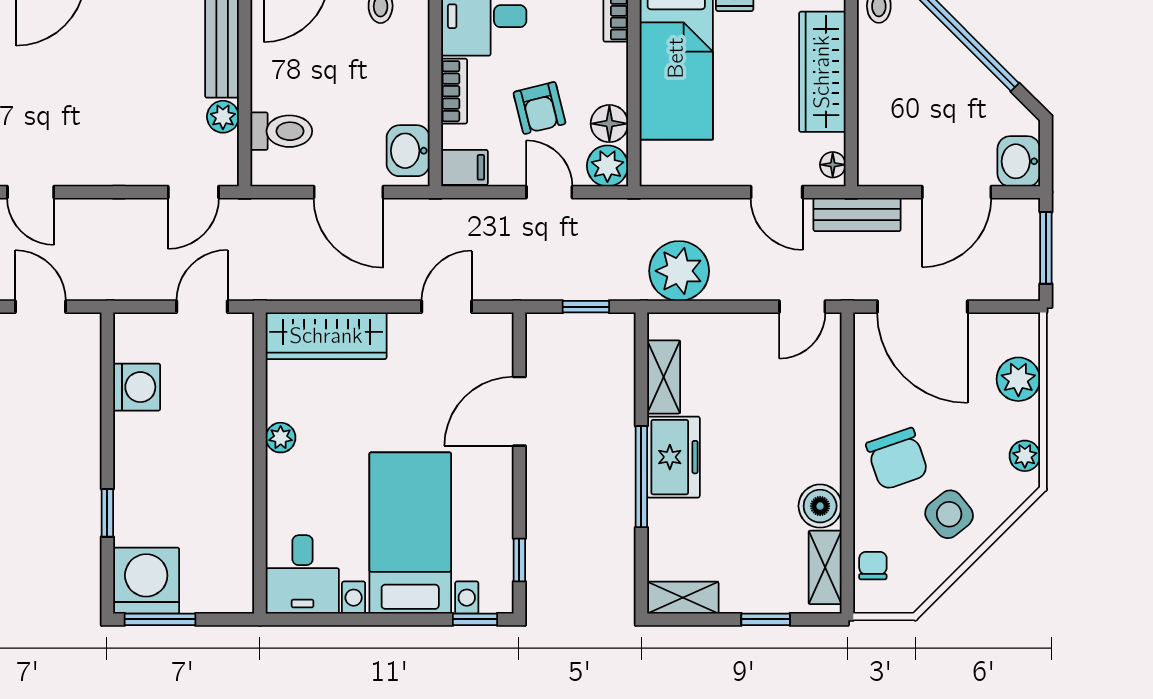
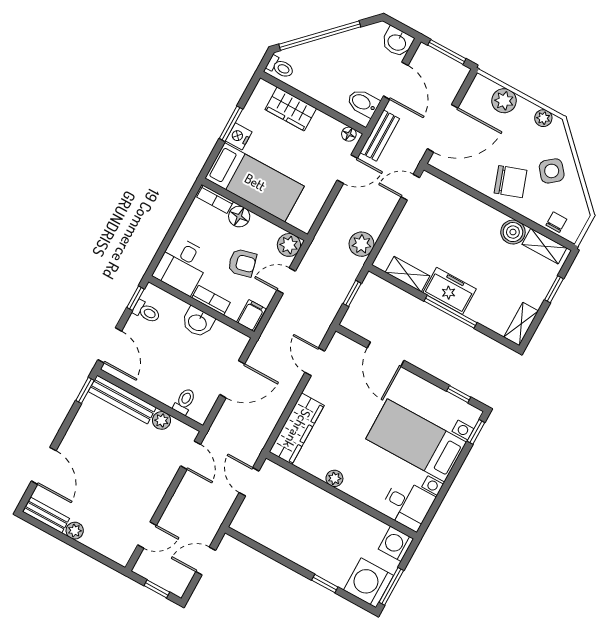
wardrobe: (822, 72) -> (291, 109), width x0.67
floor lamp: (609, 124) -> (239, 217), moved
toilet: (281, 131) -> (184, 401), width x0.73, depth x0.72
washbasin: (408, 151) -> (198, 322), moved
bidet: (894, 160) -> (363, 103), added
plant: (679, 271) -> (362, 244), width x0.73, depth x0.73
door: (802, 307) -> (410, 187), swing flipped
washing machine: (137, 387) -> (396, 544), moved, turned -90
chair: (873, 566) -> (556, 222), turned 90

